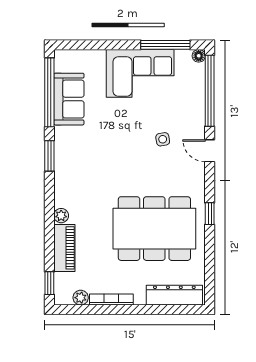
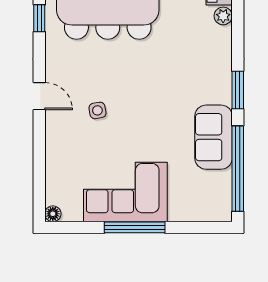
window: (165, 45) -> (135, 227), moved
window: (210, 91) -> (39, 171), removed
sofa: (69, 99) -> (214, 137), moved

